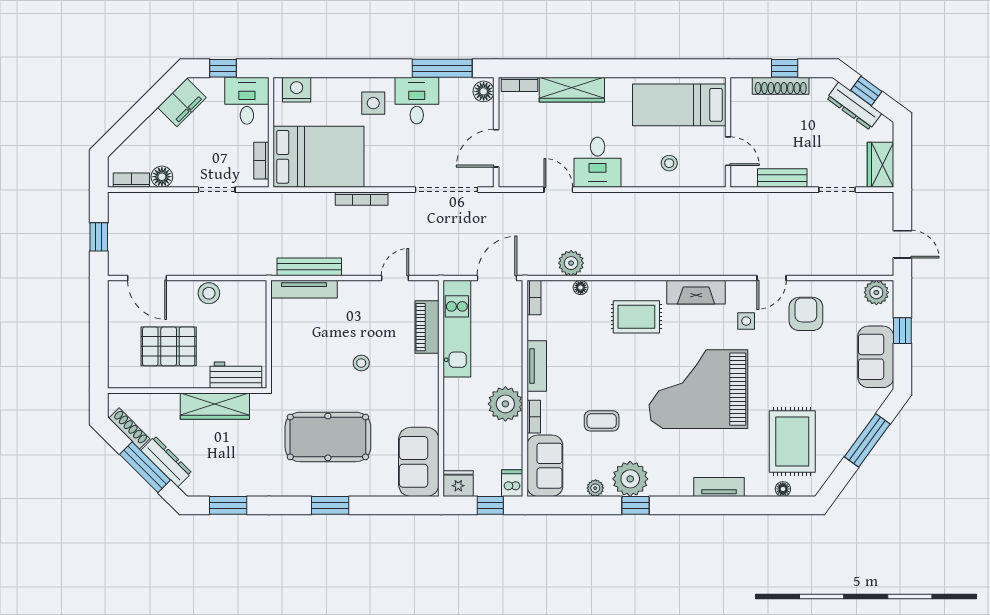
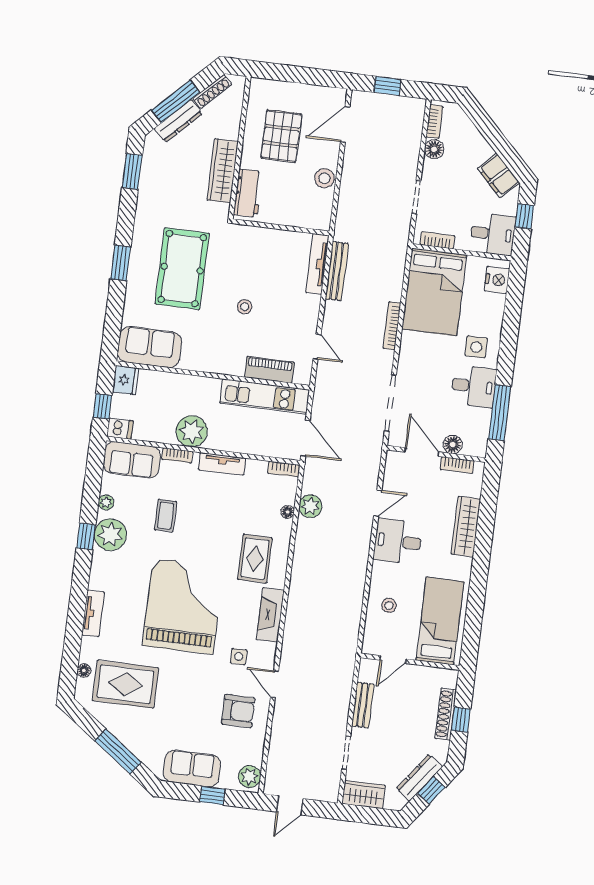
bookcase: (520, 84) -> (457, 465), moved, turned -90
floor lamp: (484, 91) -> (453, 444), moved

